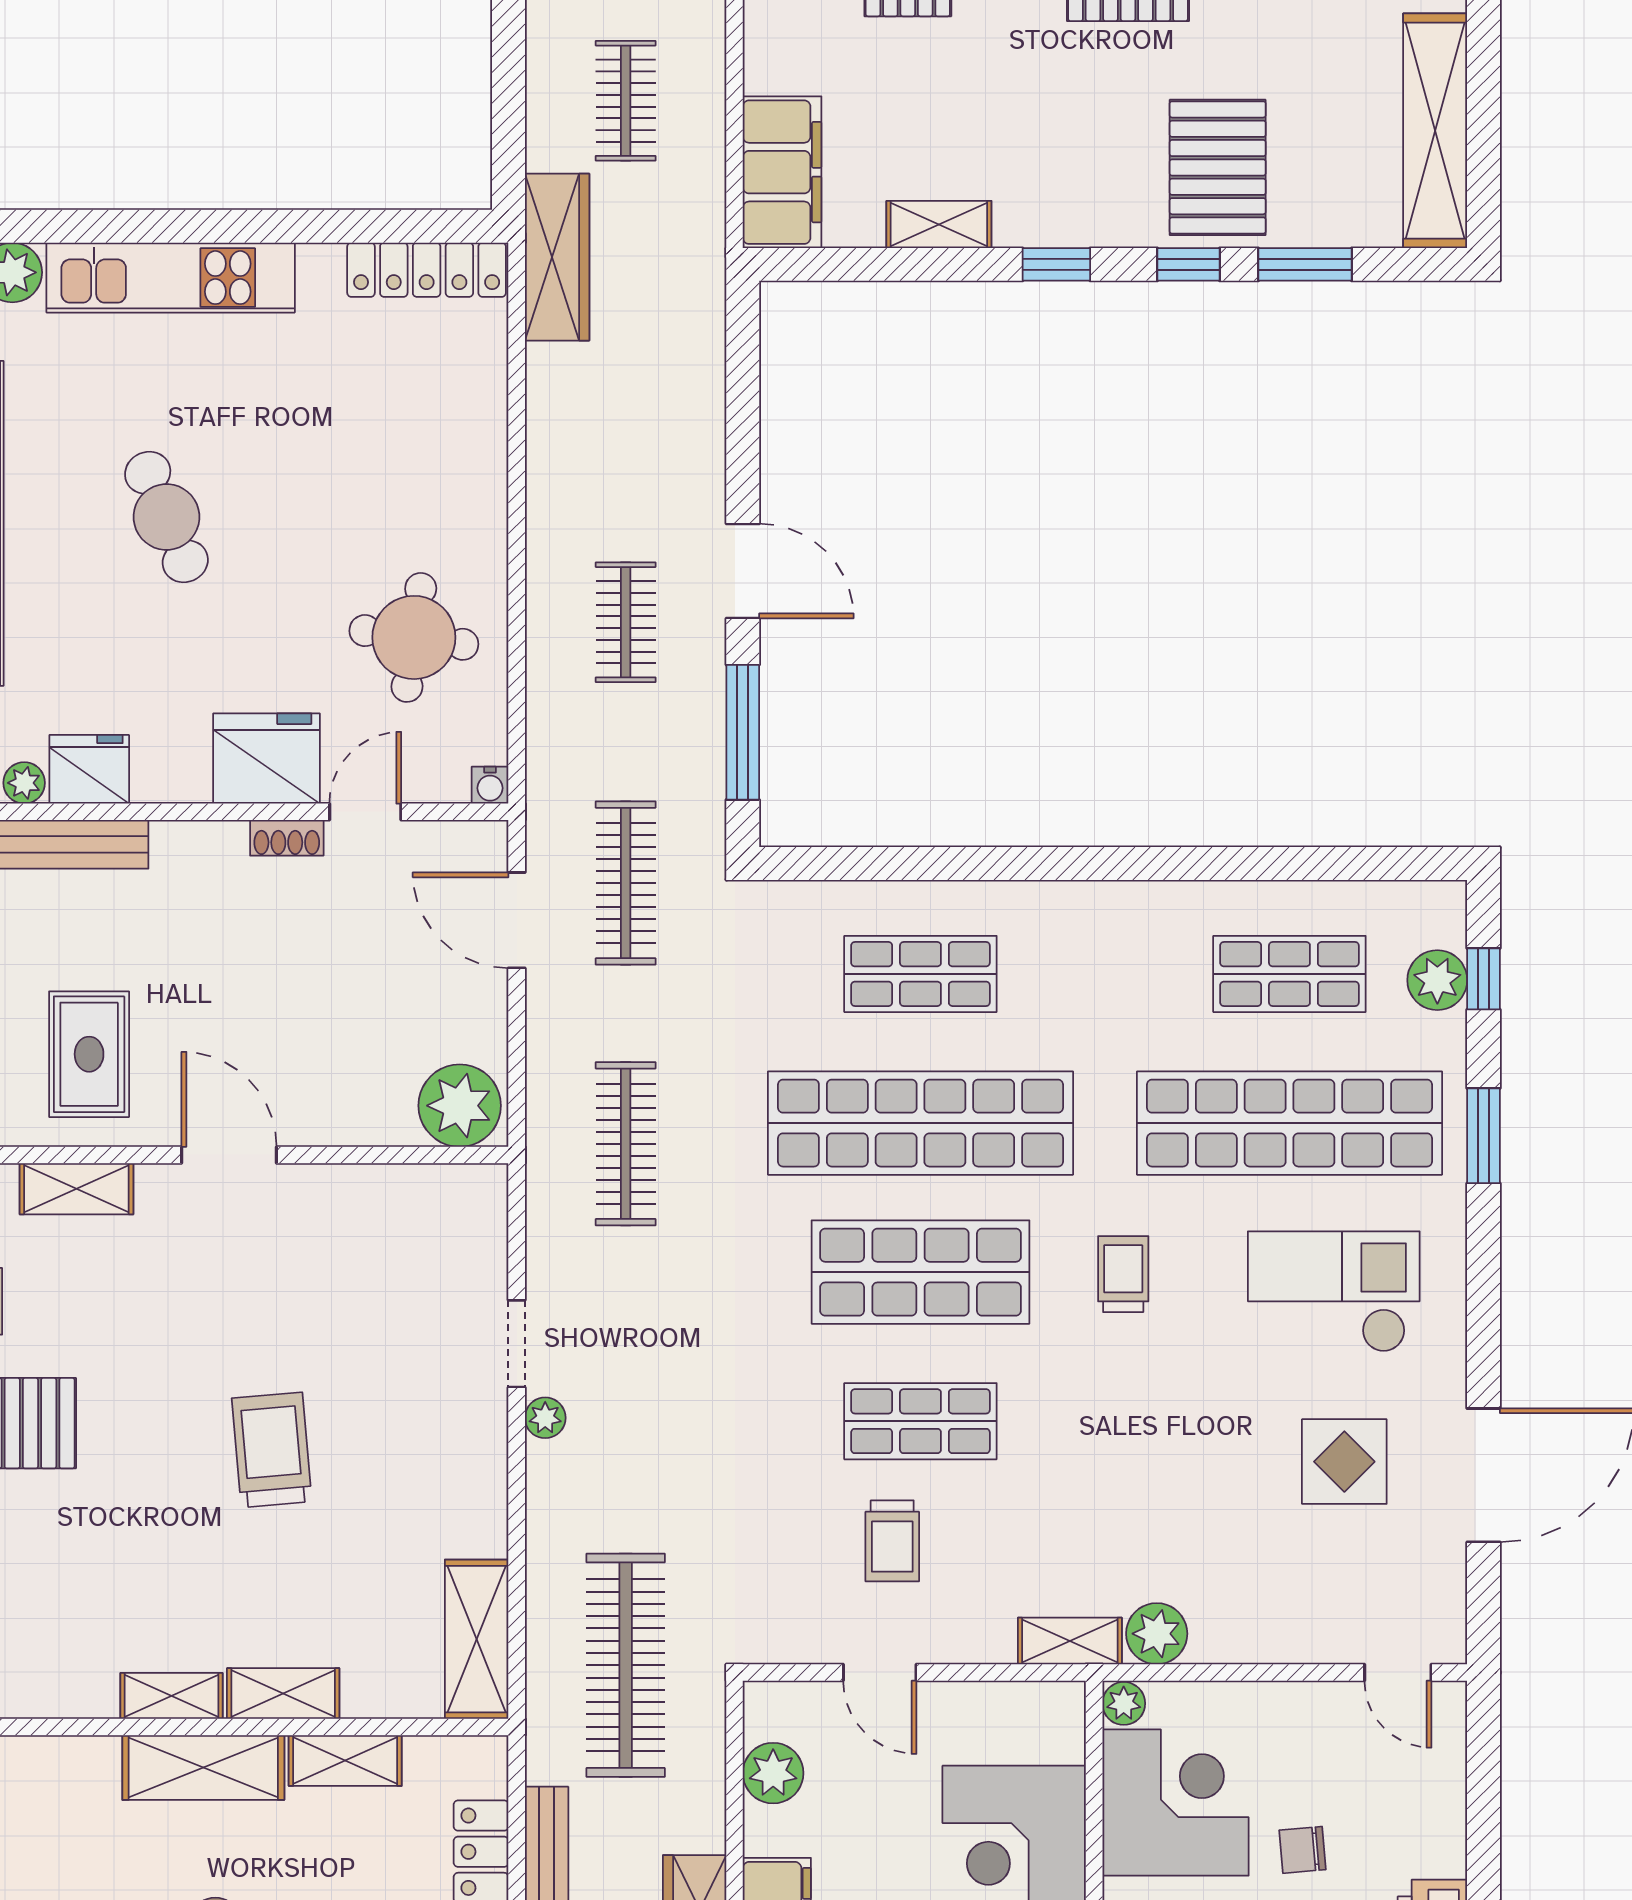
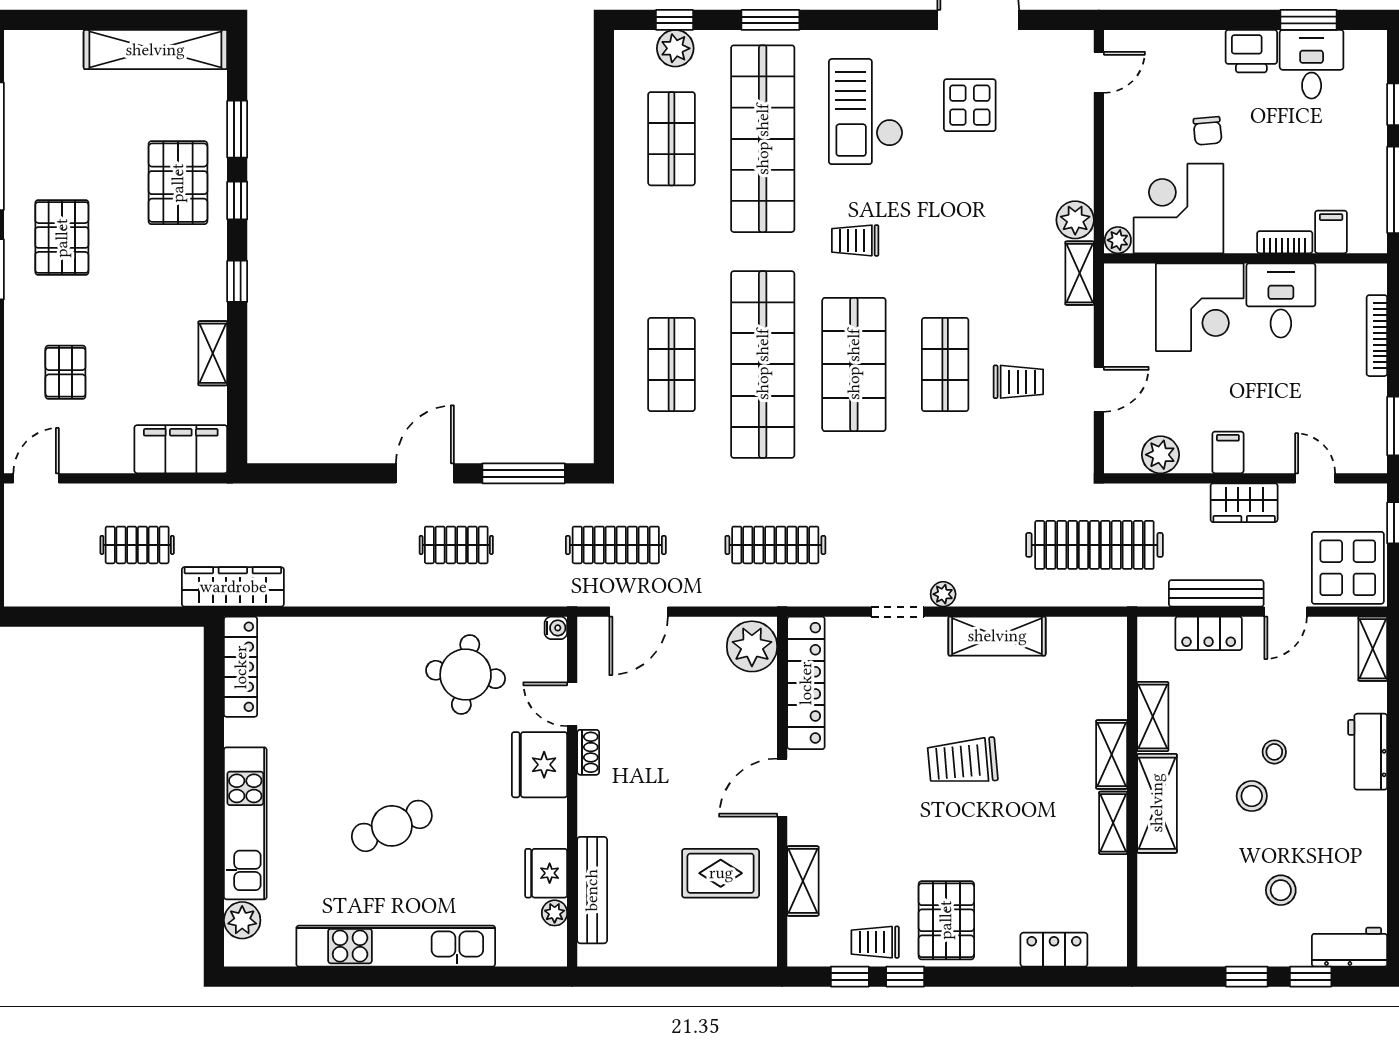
pallet: (1218, 167) -> (178, 183), turned 90
locker: (400, 1194) -> (806, 683), added
shelving: (477, 1639) -> (997, 636), moved

